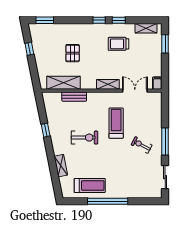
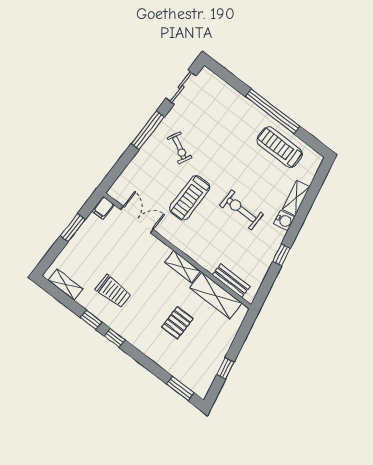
window: (165, 44) -> (73, 228), moved
shelving: (108, 84) -> (183, 267), moved
double door: (135, 91) -> (137, 219), swing flipped
bench: (74, 97) -> (231, 281), moved
water cooler: (58, 149) -> (284, 220), added

